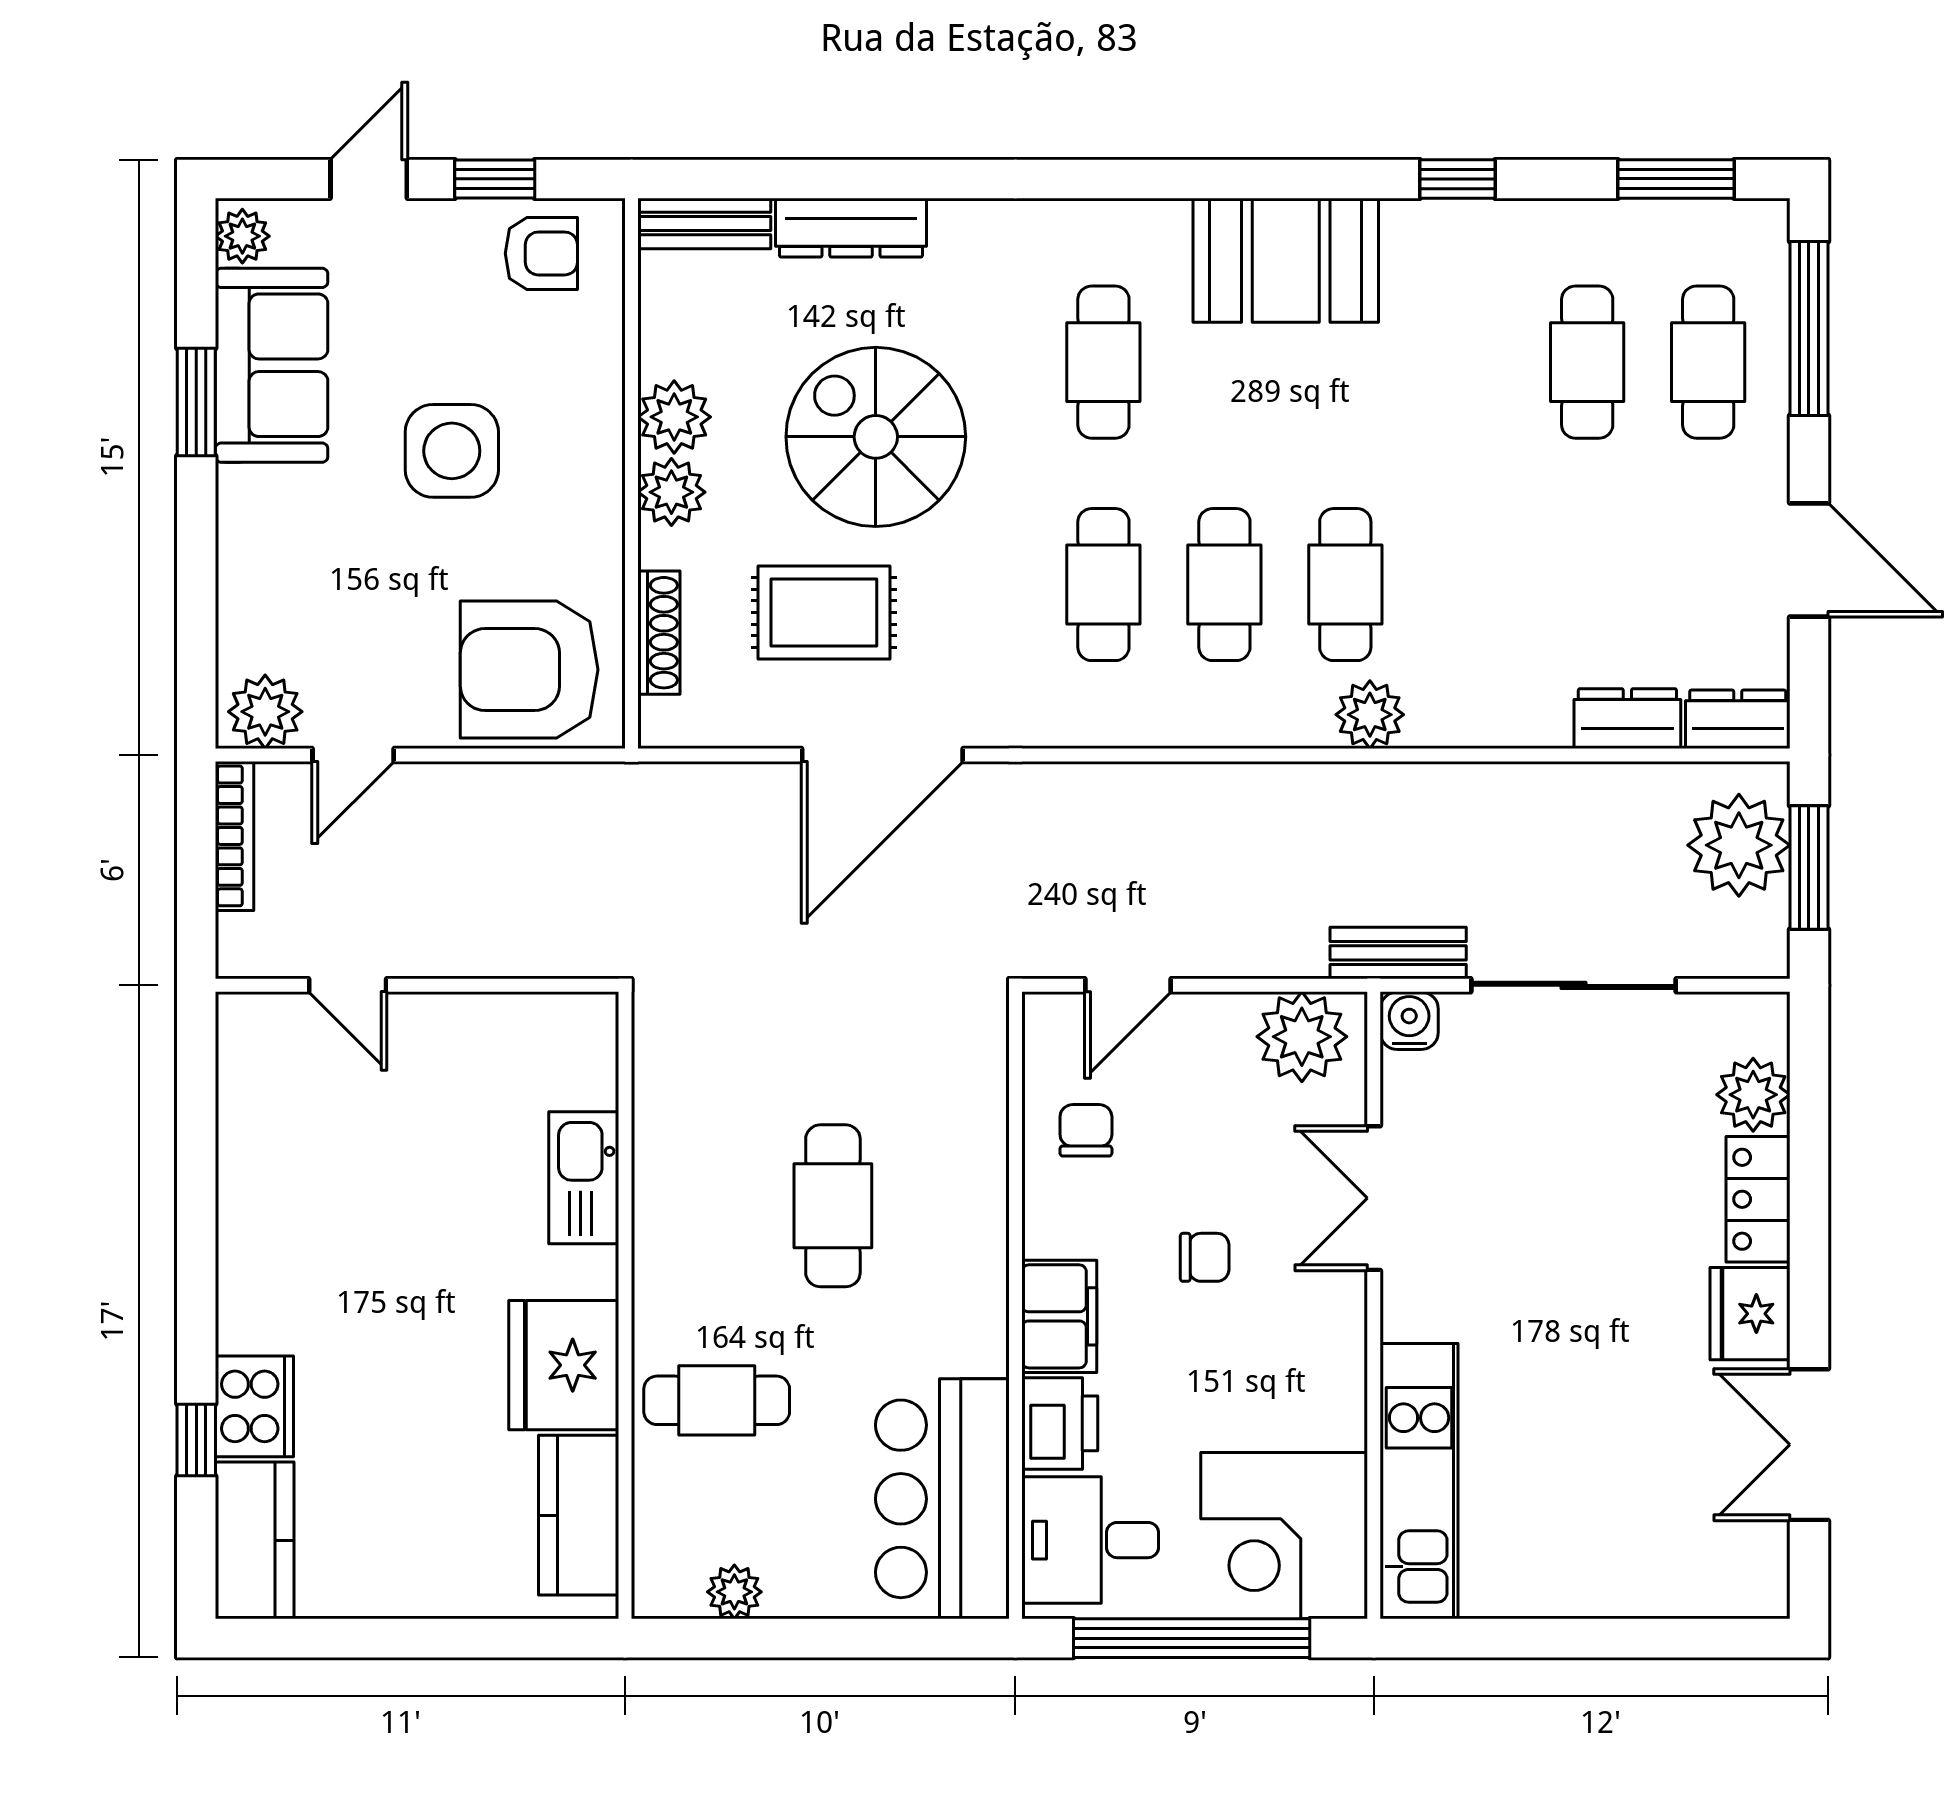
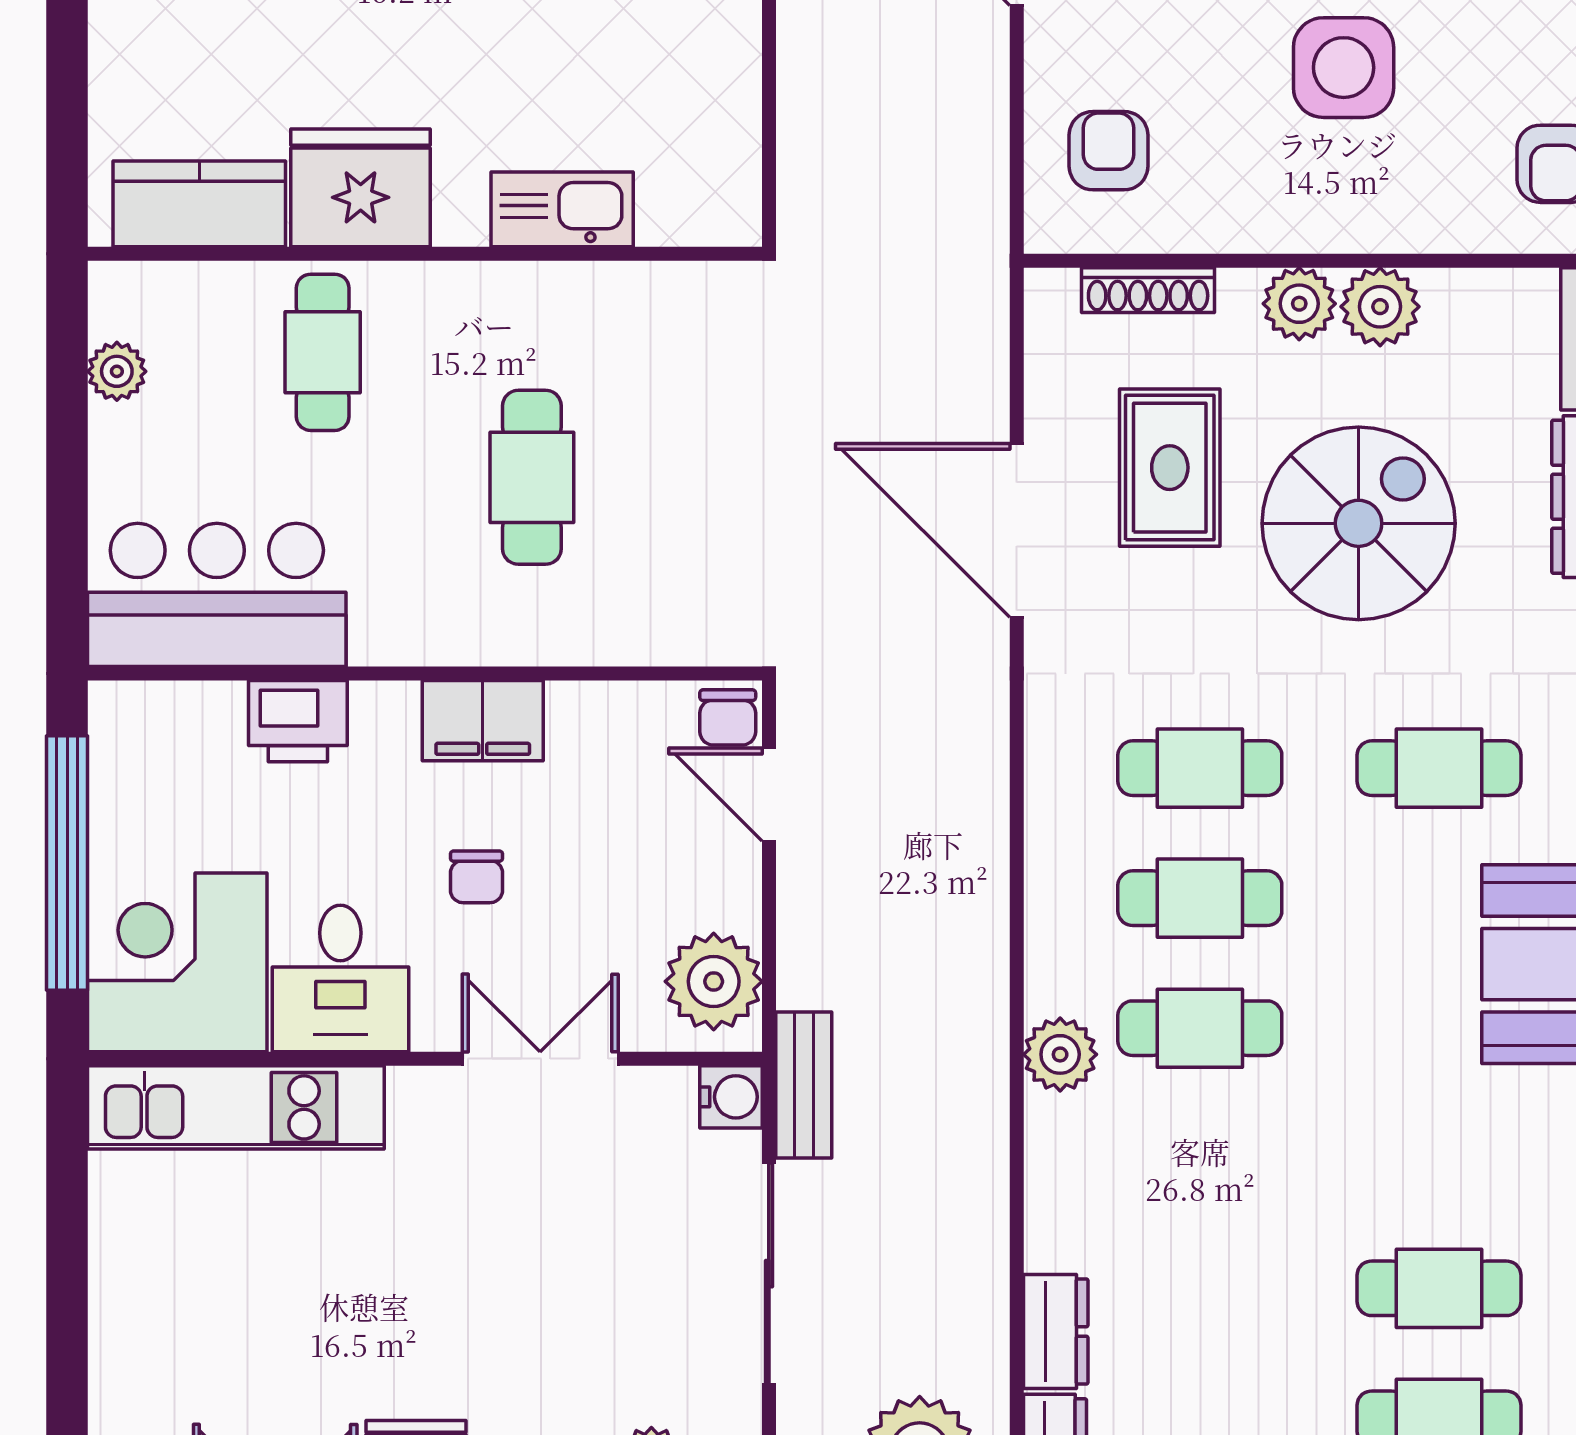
armchair: (529, 670) -> (1108, 151), width x0.53, depth x0.53
chair: (1086, 1130) -> (728, 717), moved, turned 90
cafe table: (833, 1206) -> (532, 477), turned 90
filing cabinet: (1059, 1316) -> (483, 721), moved
desk: (1090, 1540) -> (340, 979), moved, turned 180

